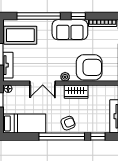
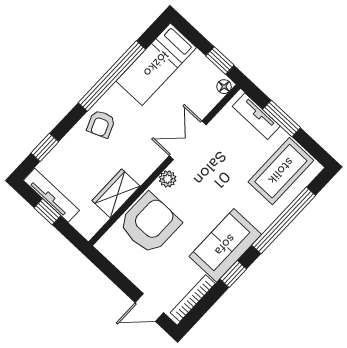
armchair: (89, 67) -> (150, 224), turned 180
wardrobe: (76, 92) -> (116, 193), moved
window: (62, 137) -> (112, 76), moved

